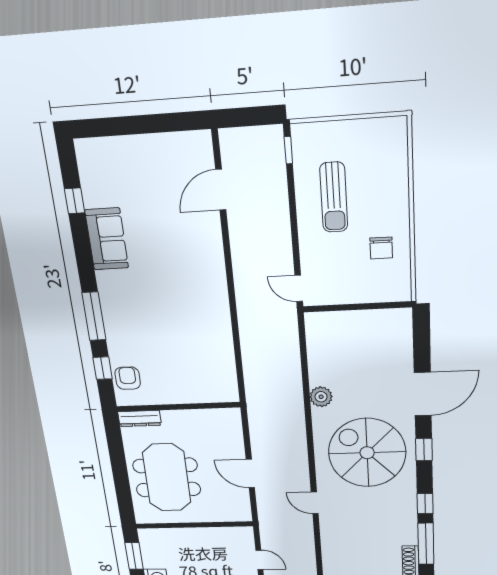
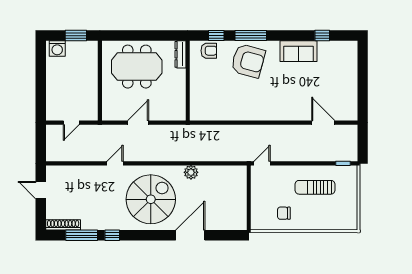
armchair: (135, 319) -> (248, 61), added
door: (423, 394) -> (190, 235), swing flipped
window: (424, 449) -> (152, 235), removed

